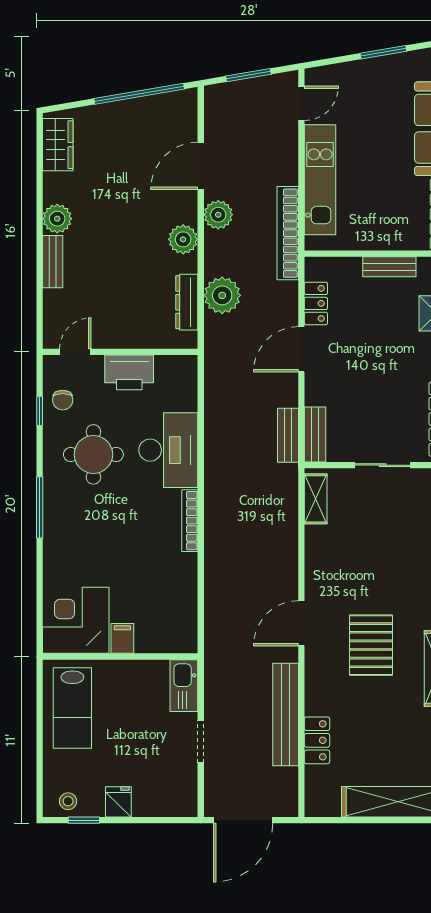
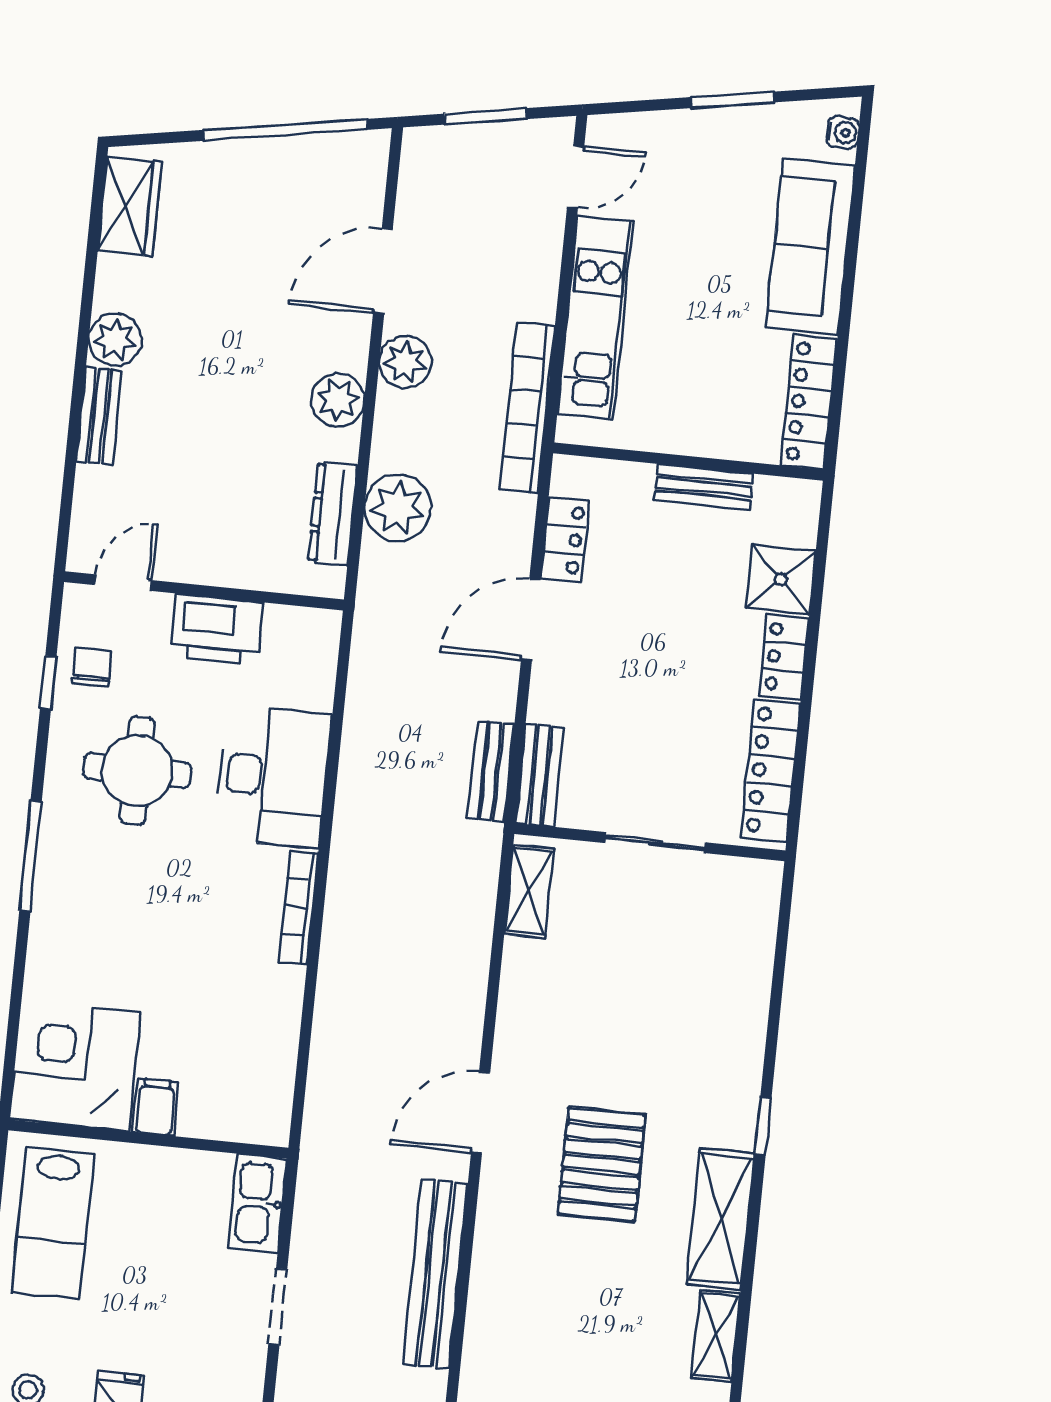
chair: (63, 400) -> (92, 667), turned 180
locker: (317, 740) -> (487, 1326), removed

